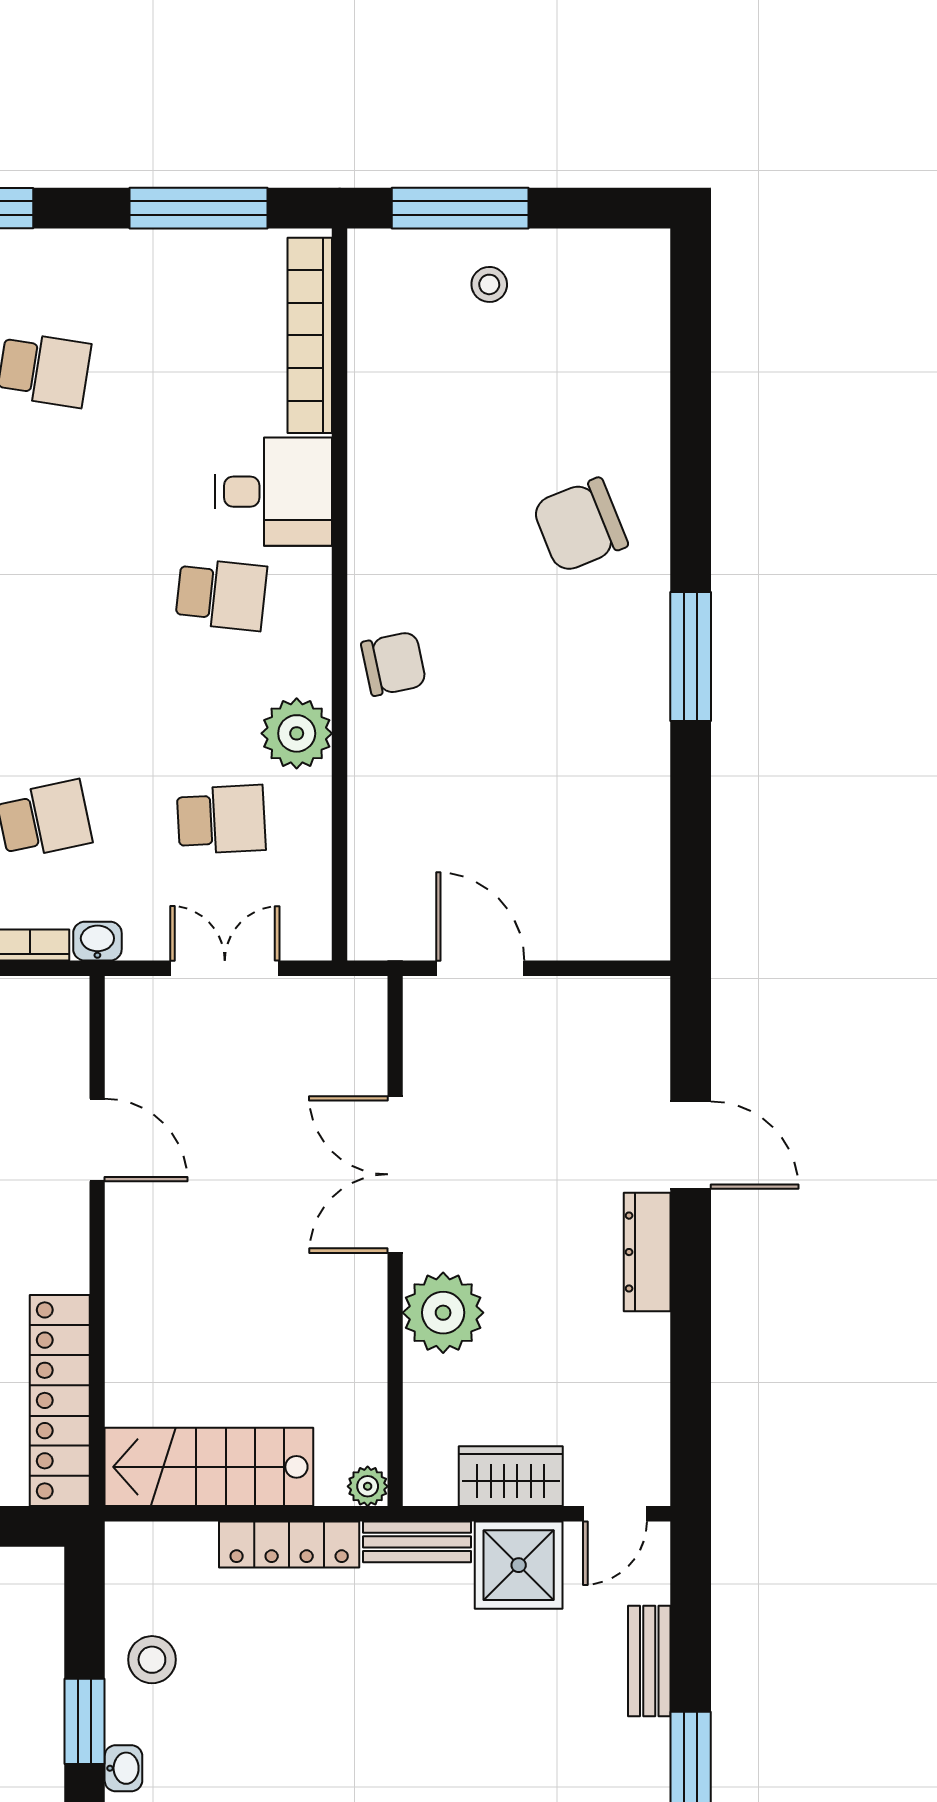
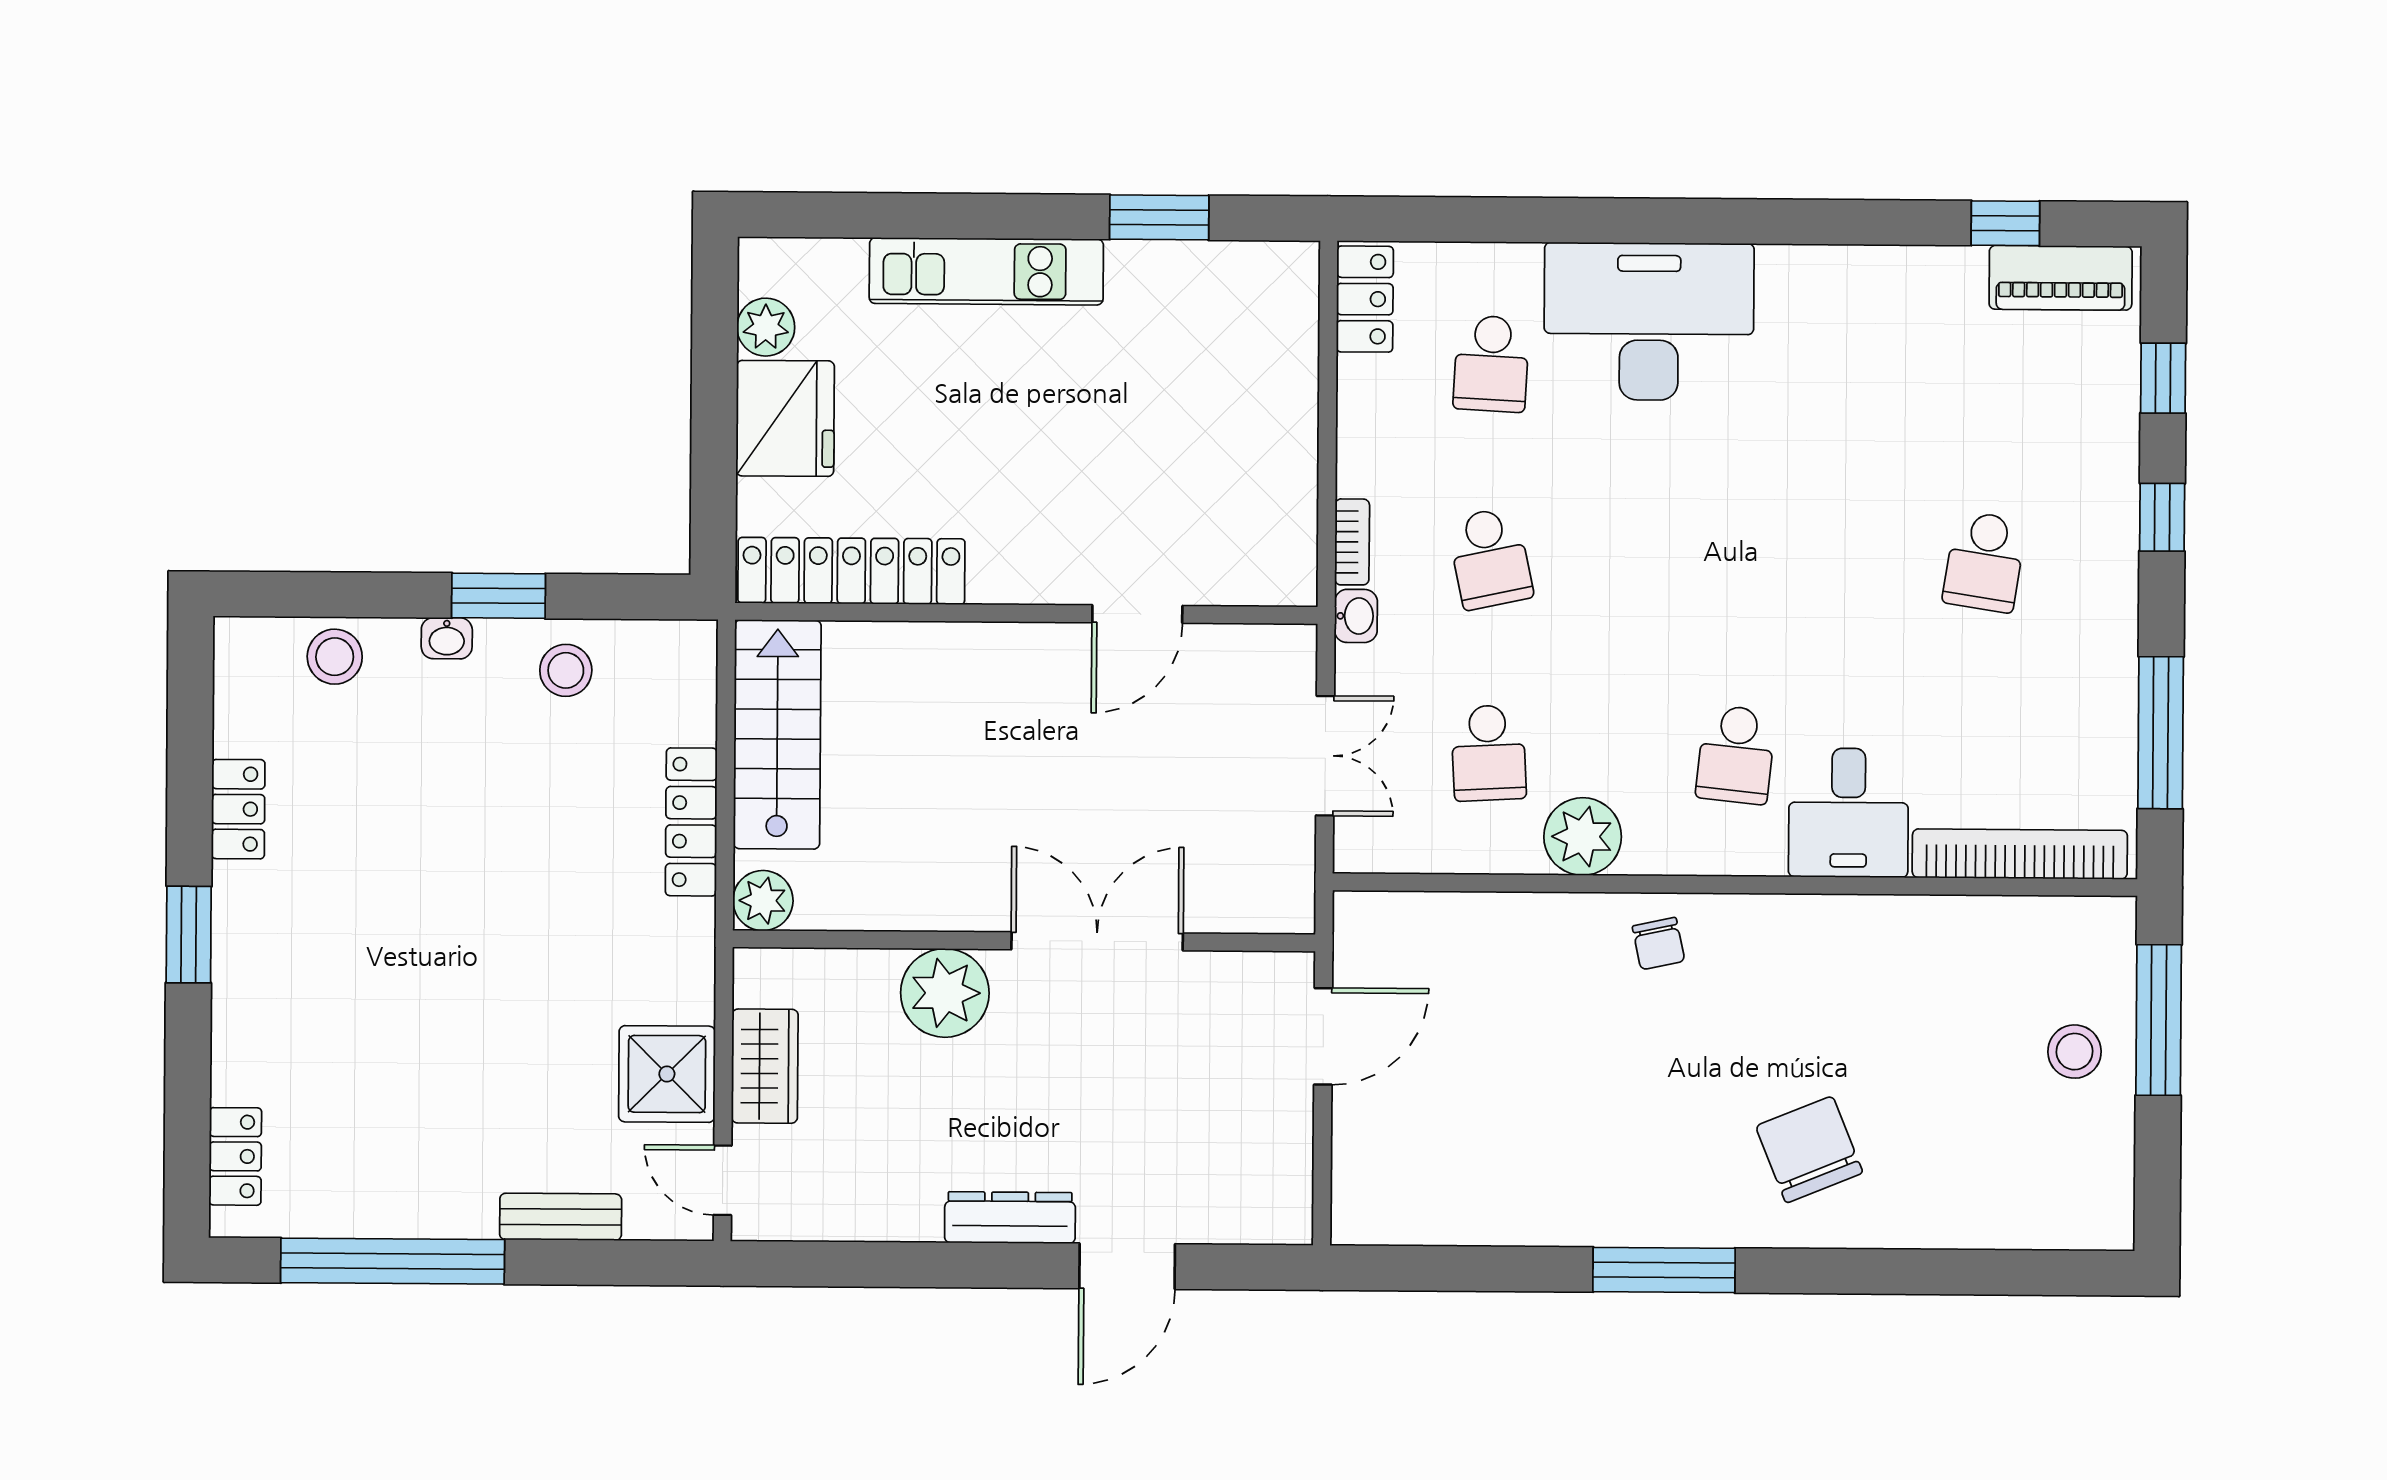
stool: (489, 284) -> (2074, 1052), width x1.37, depth x1.37
chair: (394, 664) -> (1658, 944), width x0.73, depth x0.73
plant: (368, 1486) -> (763, 901), width x1.38, depth x1.38
bench: (417, 1542) -> (693, 963), removed

